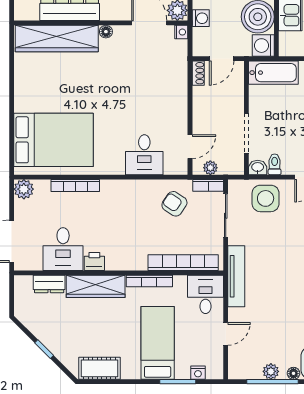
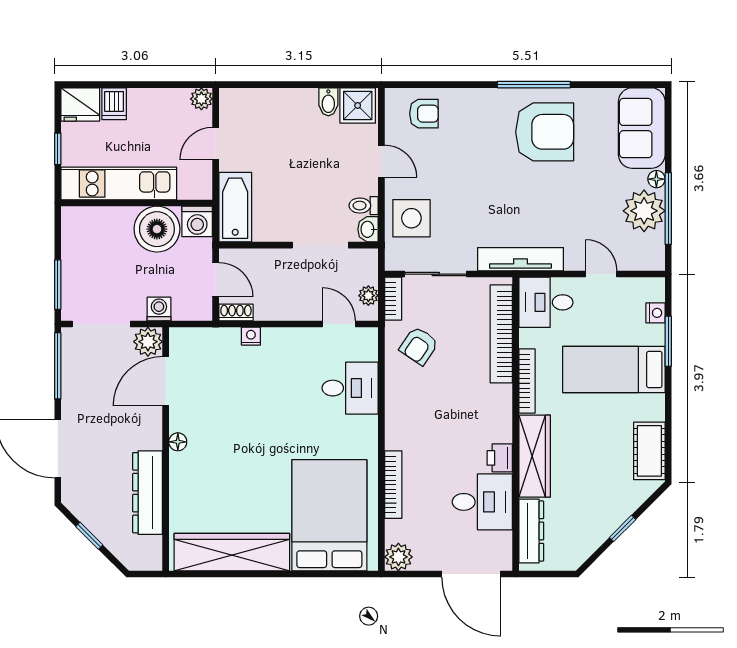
nightstand: (181, 32) -> (251, 336), moved
wardrobe: (57, 39) -> (232, 552), moved, turned -90
dresser: (49, 284) -> (531, 531), width x1.44
plant: (271, 371) -> (644, 211), width x1.88, depth x1.88

